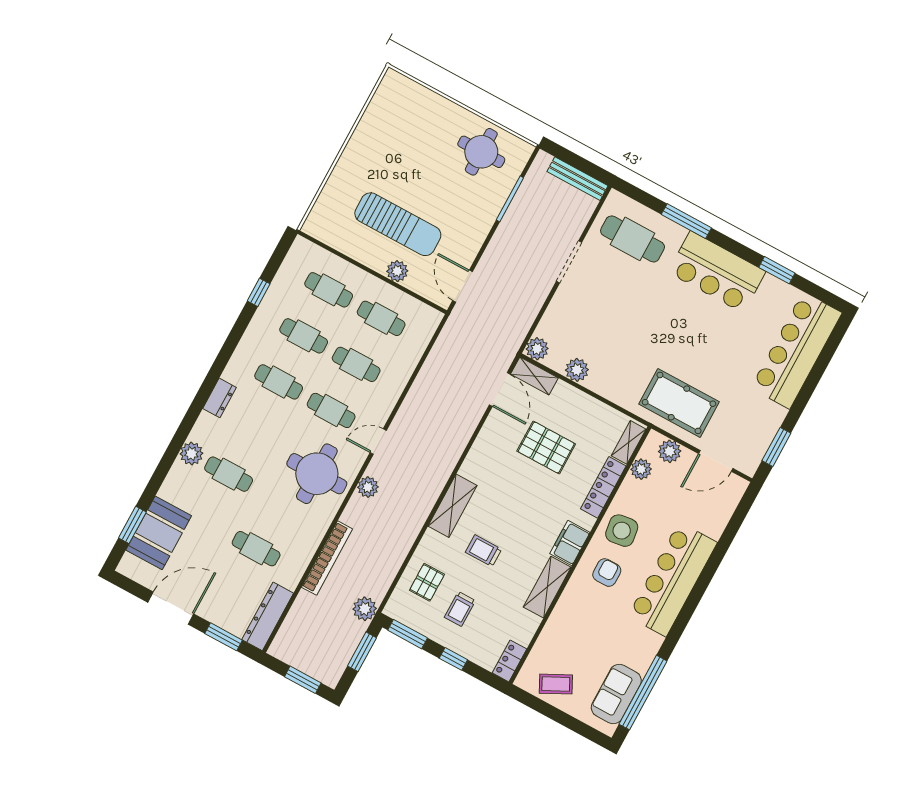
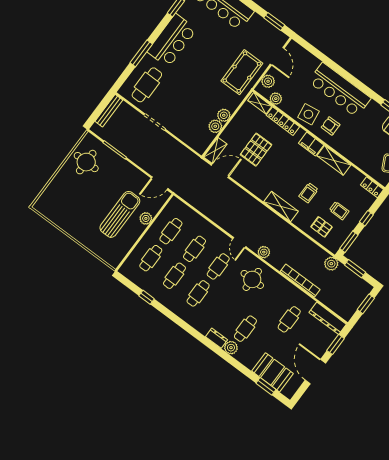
plant: (537, 349) -> (224, 115), moved
dresser: (219, 398) -> (216, 338), moved
round table: (317, 474) -> (252, 279), width x0.73, depth x0.73

